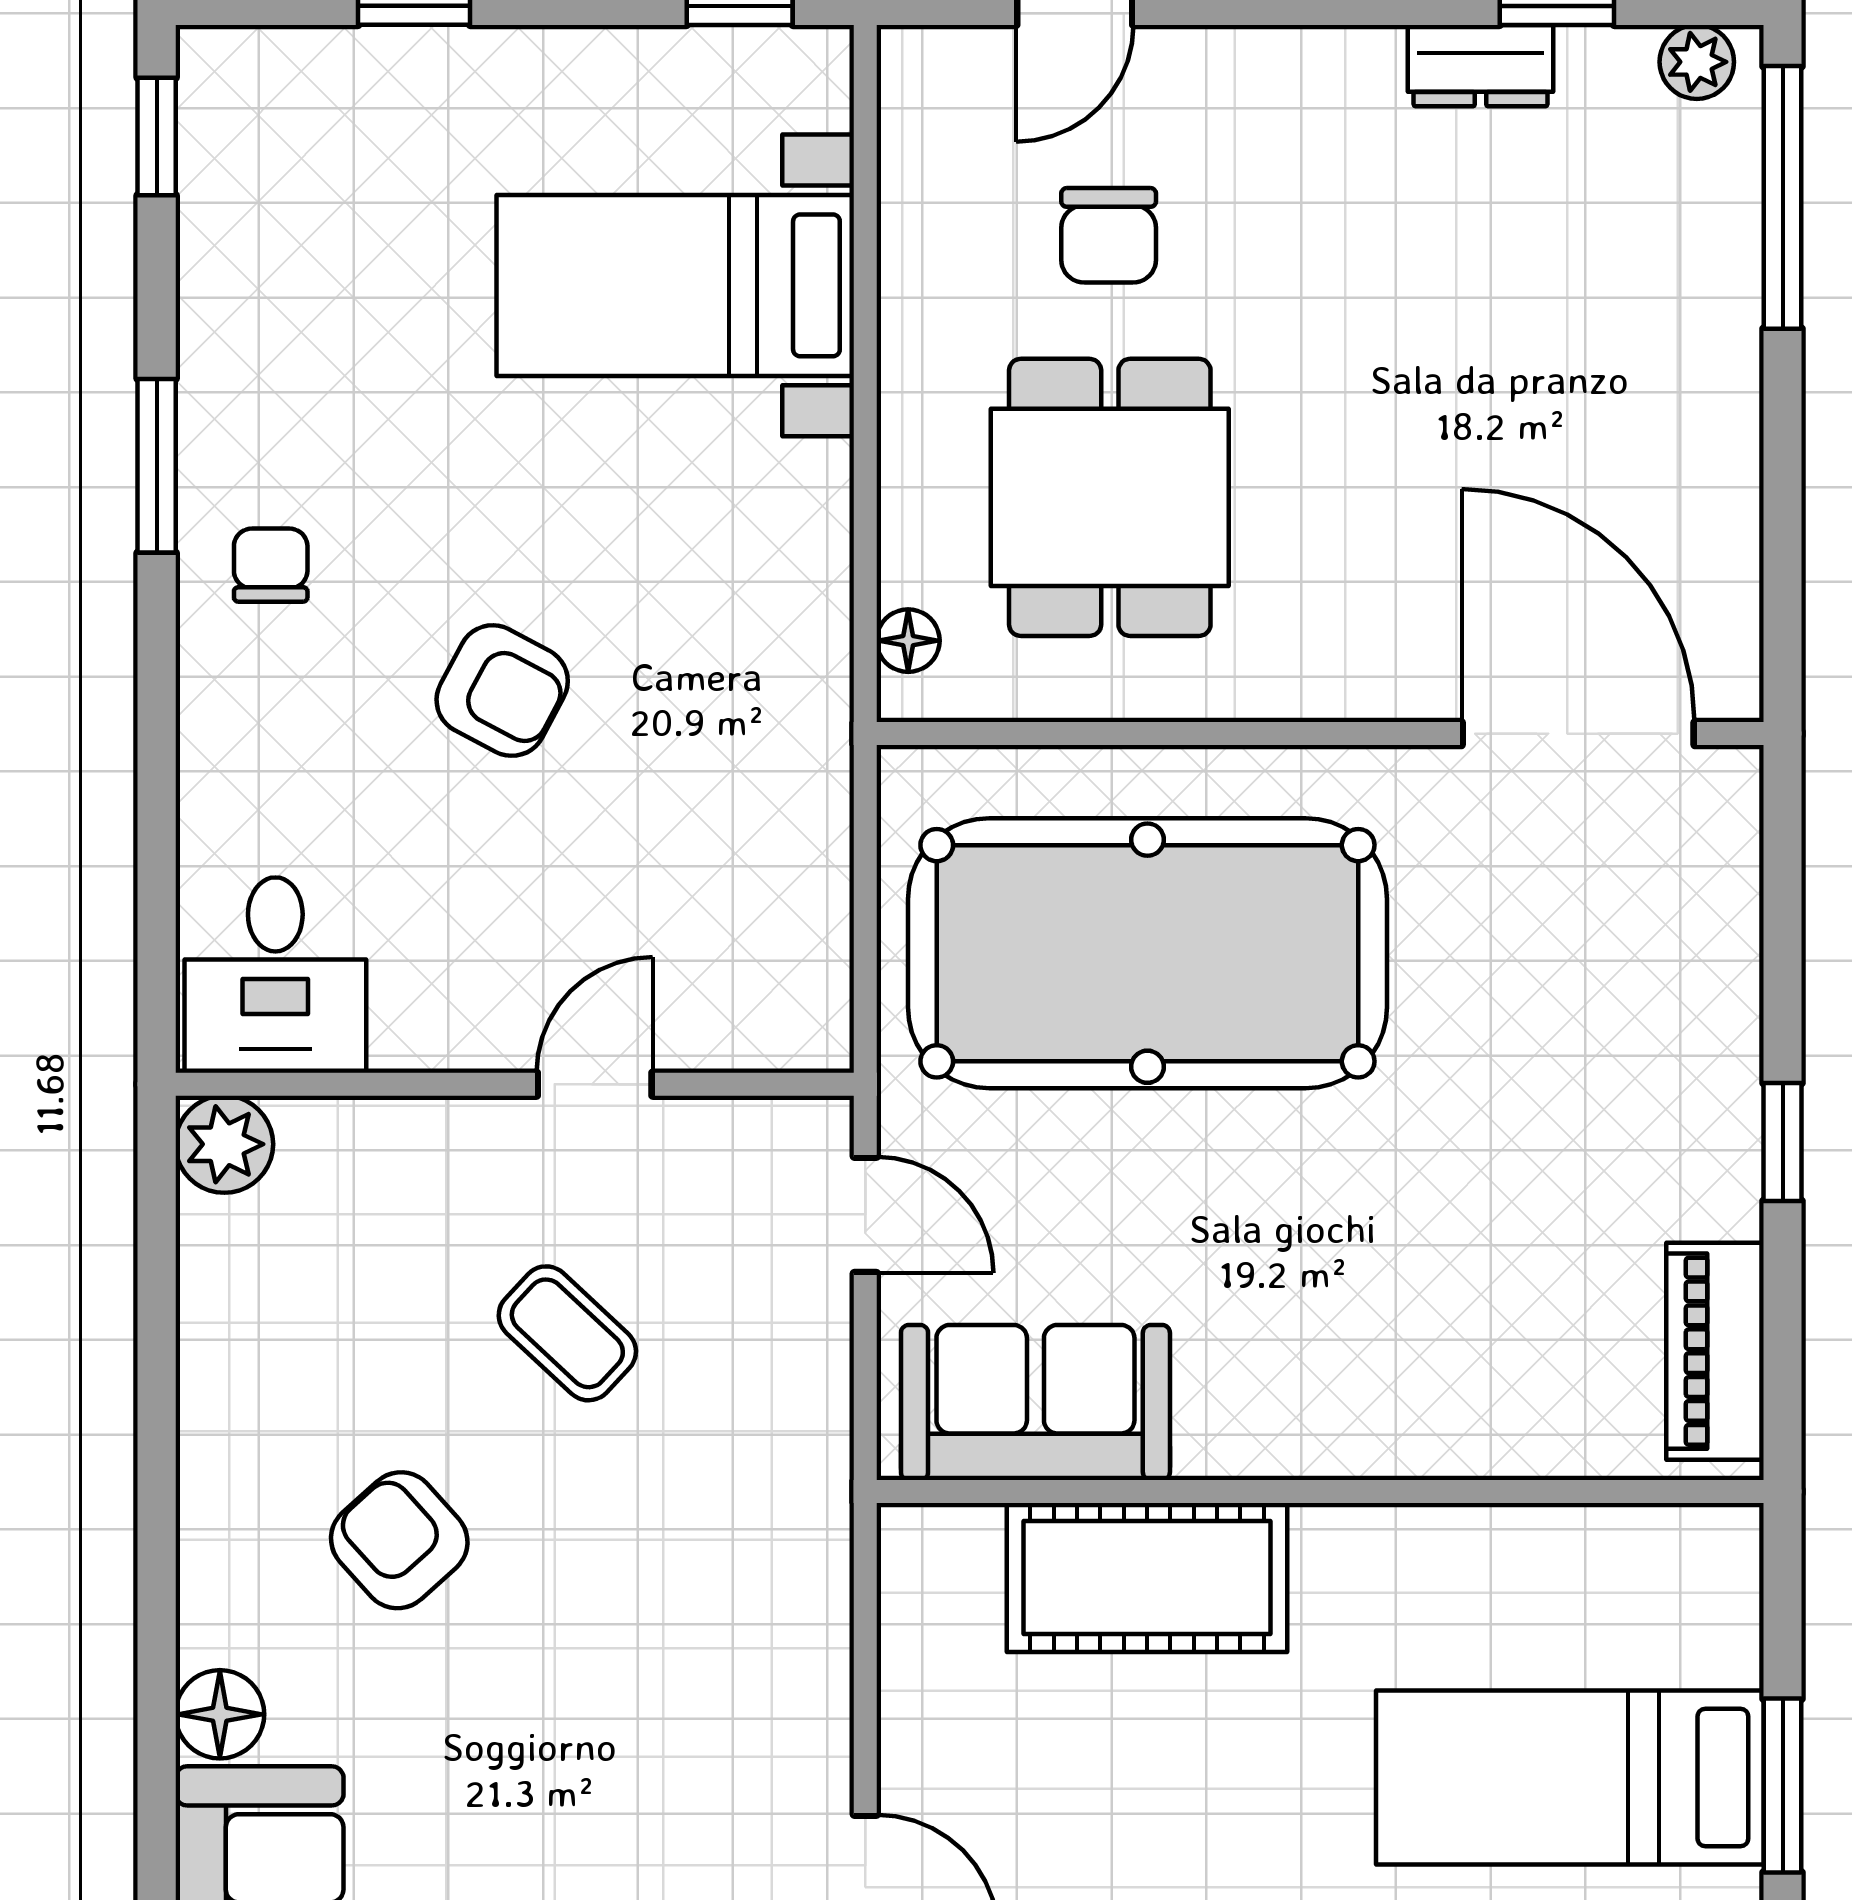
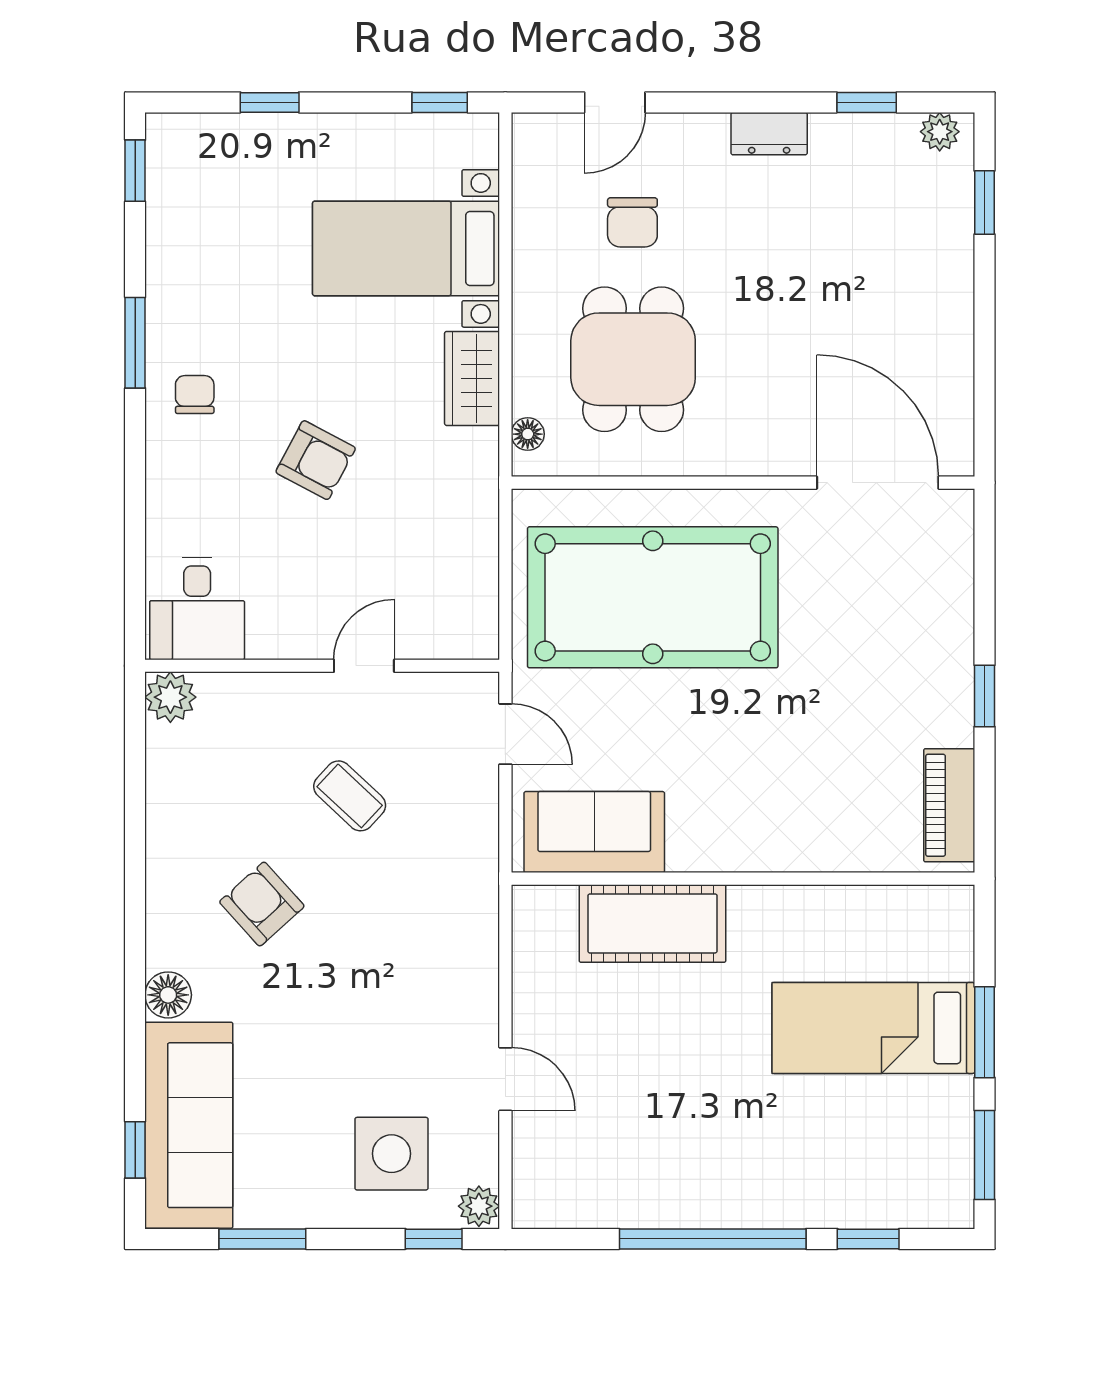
dresser: (1481, 66) -> (769, 134), moved
window: (1783, 197) -> (985, 203), width x0.46
wardrobe: (802, 534) -> (472, 378), added

